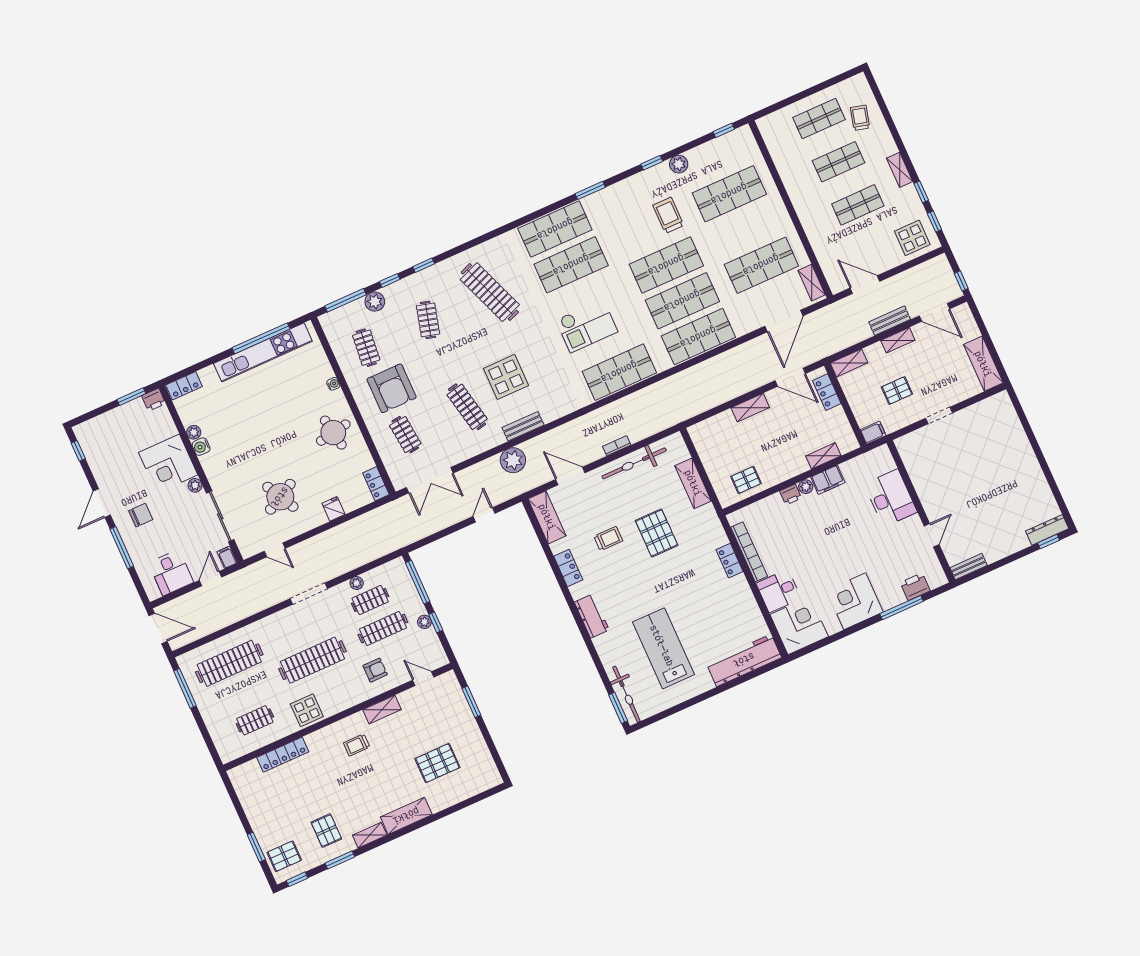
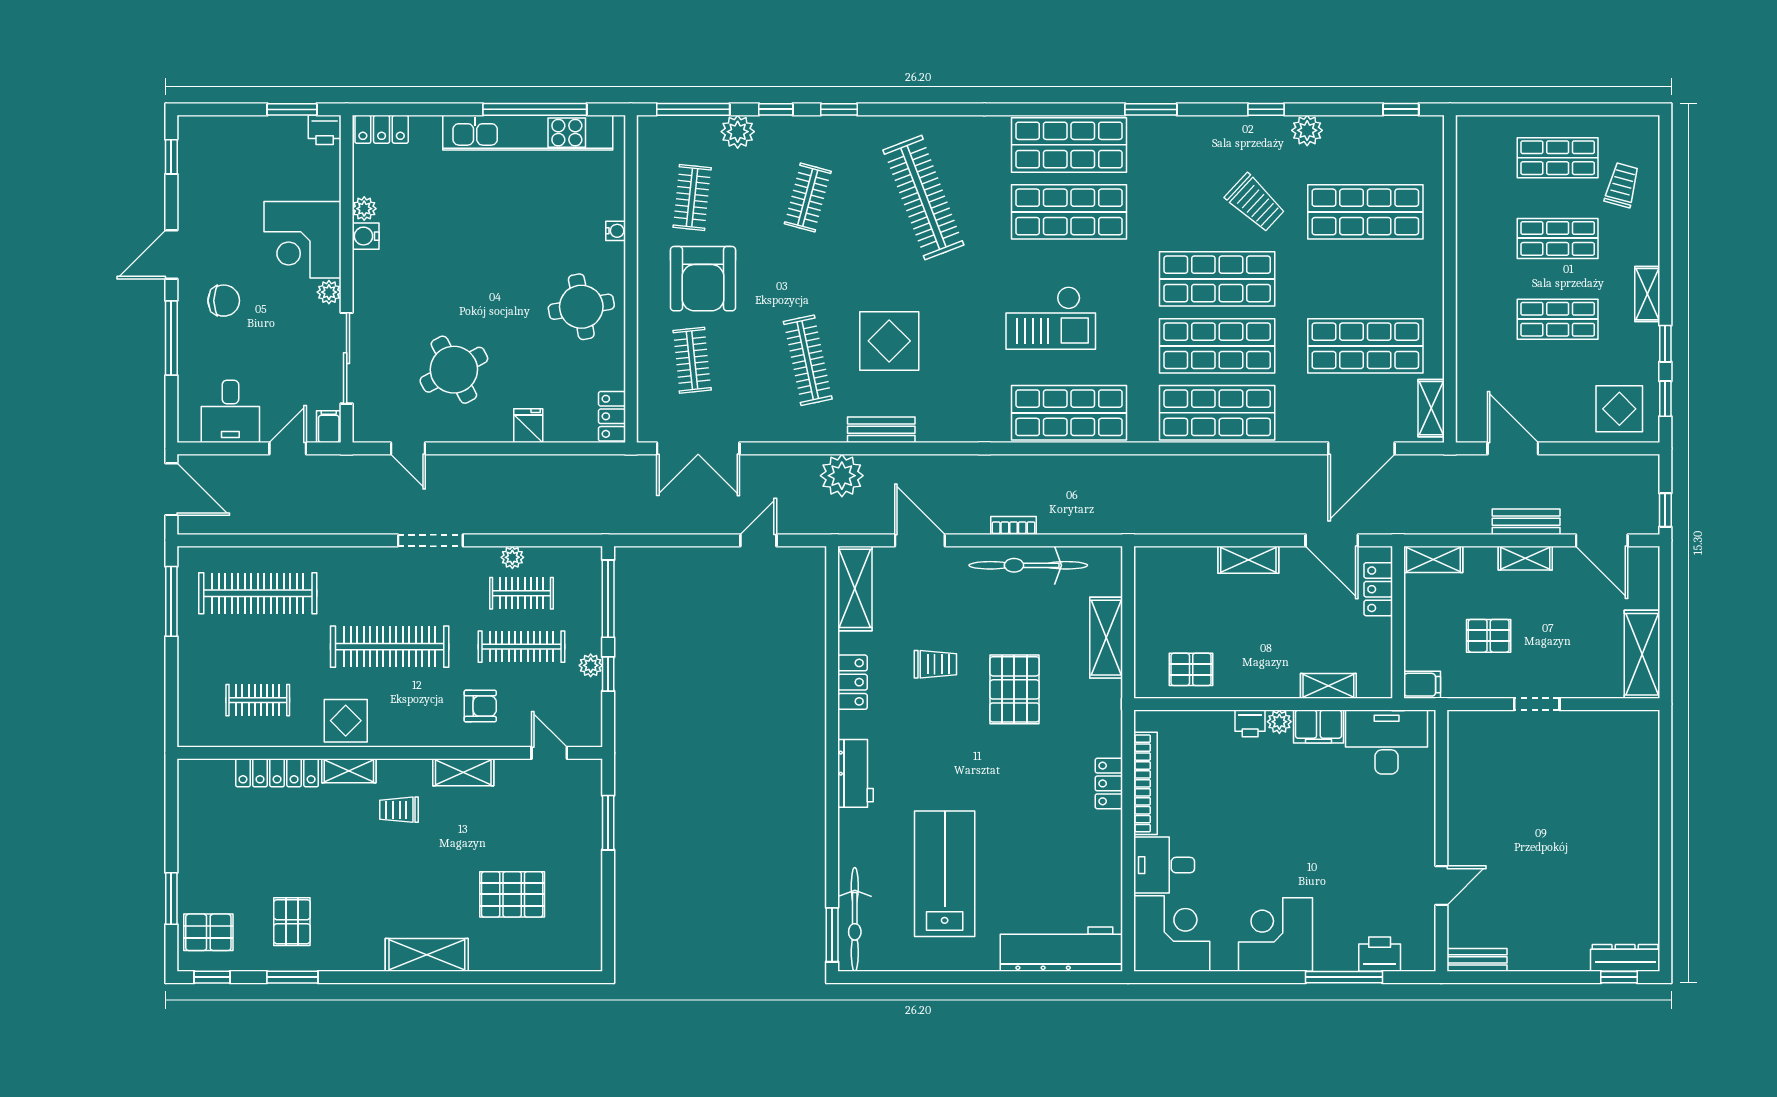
trolley: (668, 215) -> (1255, 203), turned 133
desk: (891, 498) -> (1387, 742), moved, turned -90
shelving: (370, 835) -> (349, 771), moved

